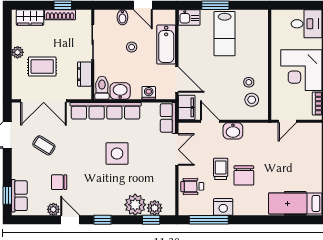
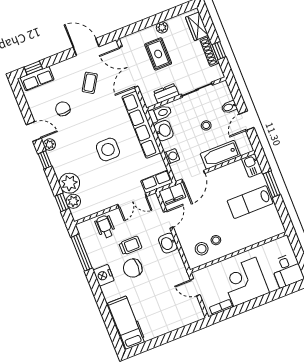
nightstand: (223, 207) -> (104, 275), moved
plant: (53, 209) -> (49, 145), moved
door: (70, 220) -> (34, 132), hinge flipped

